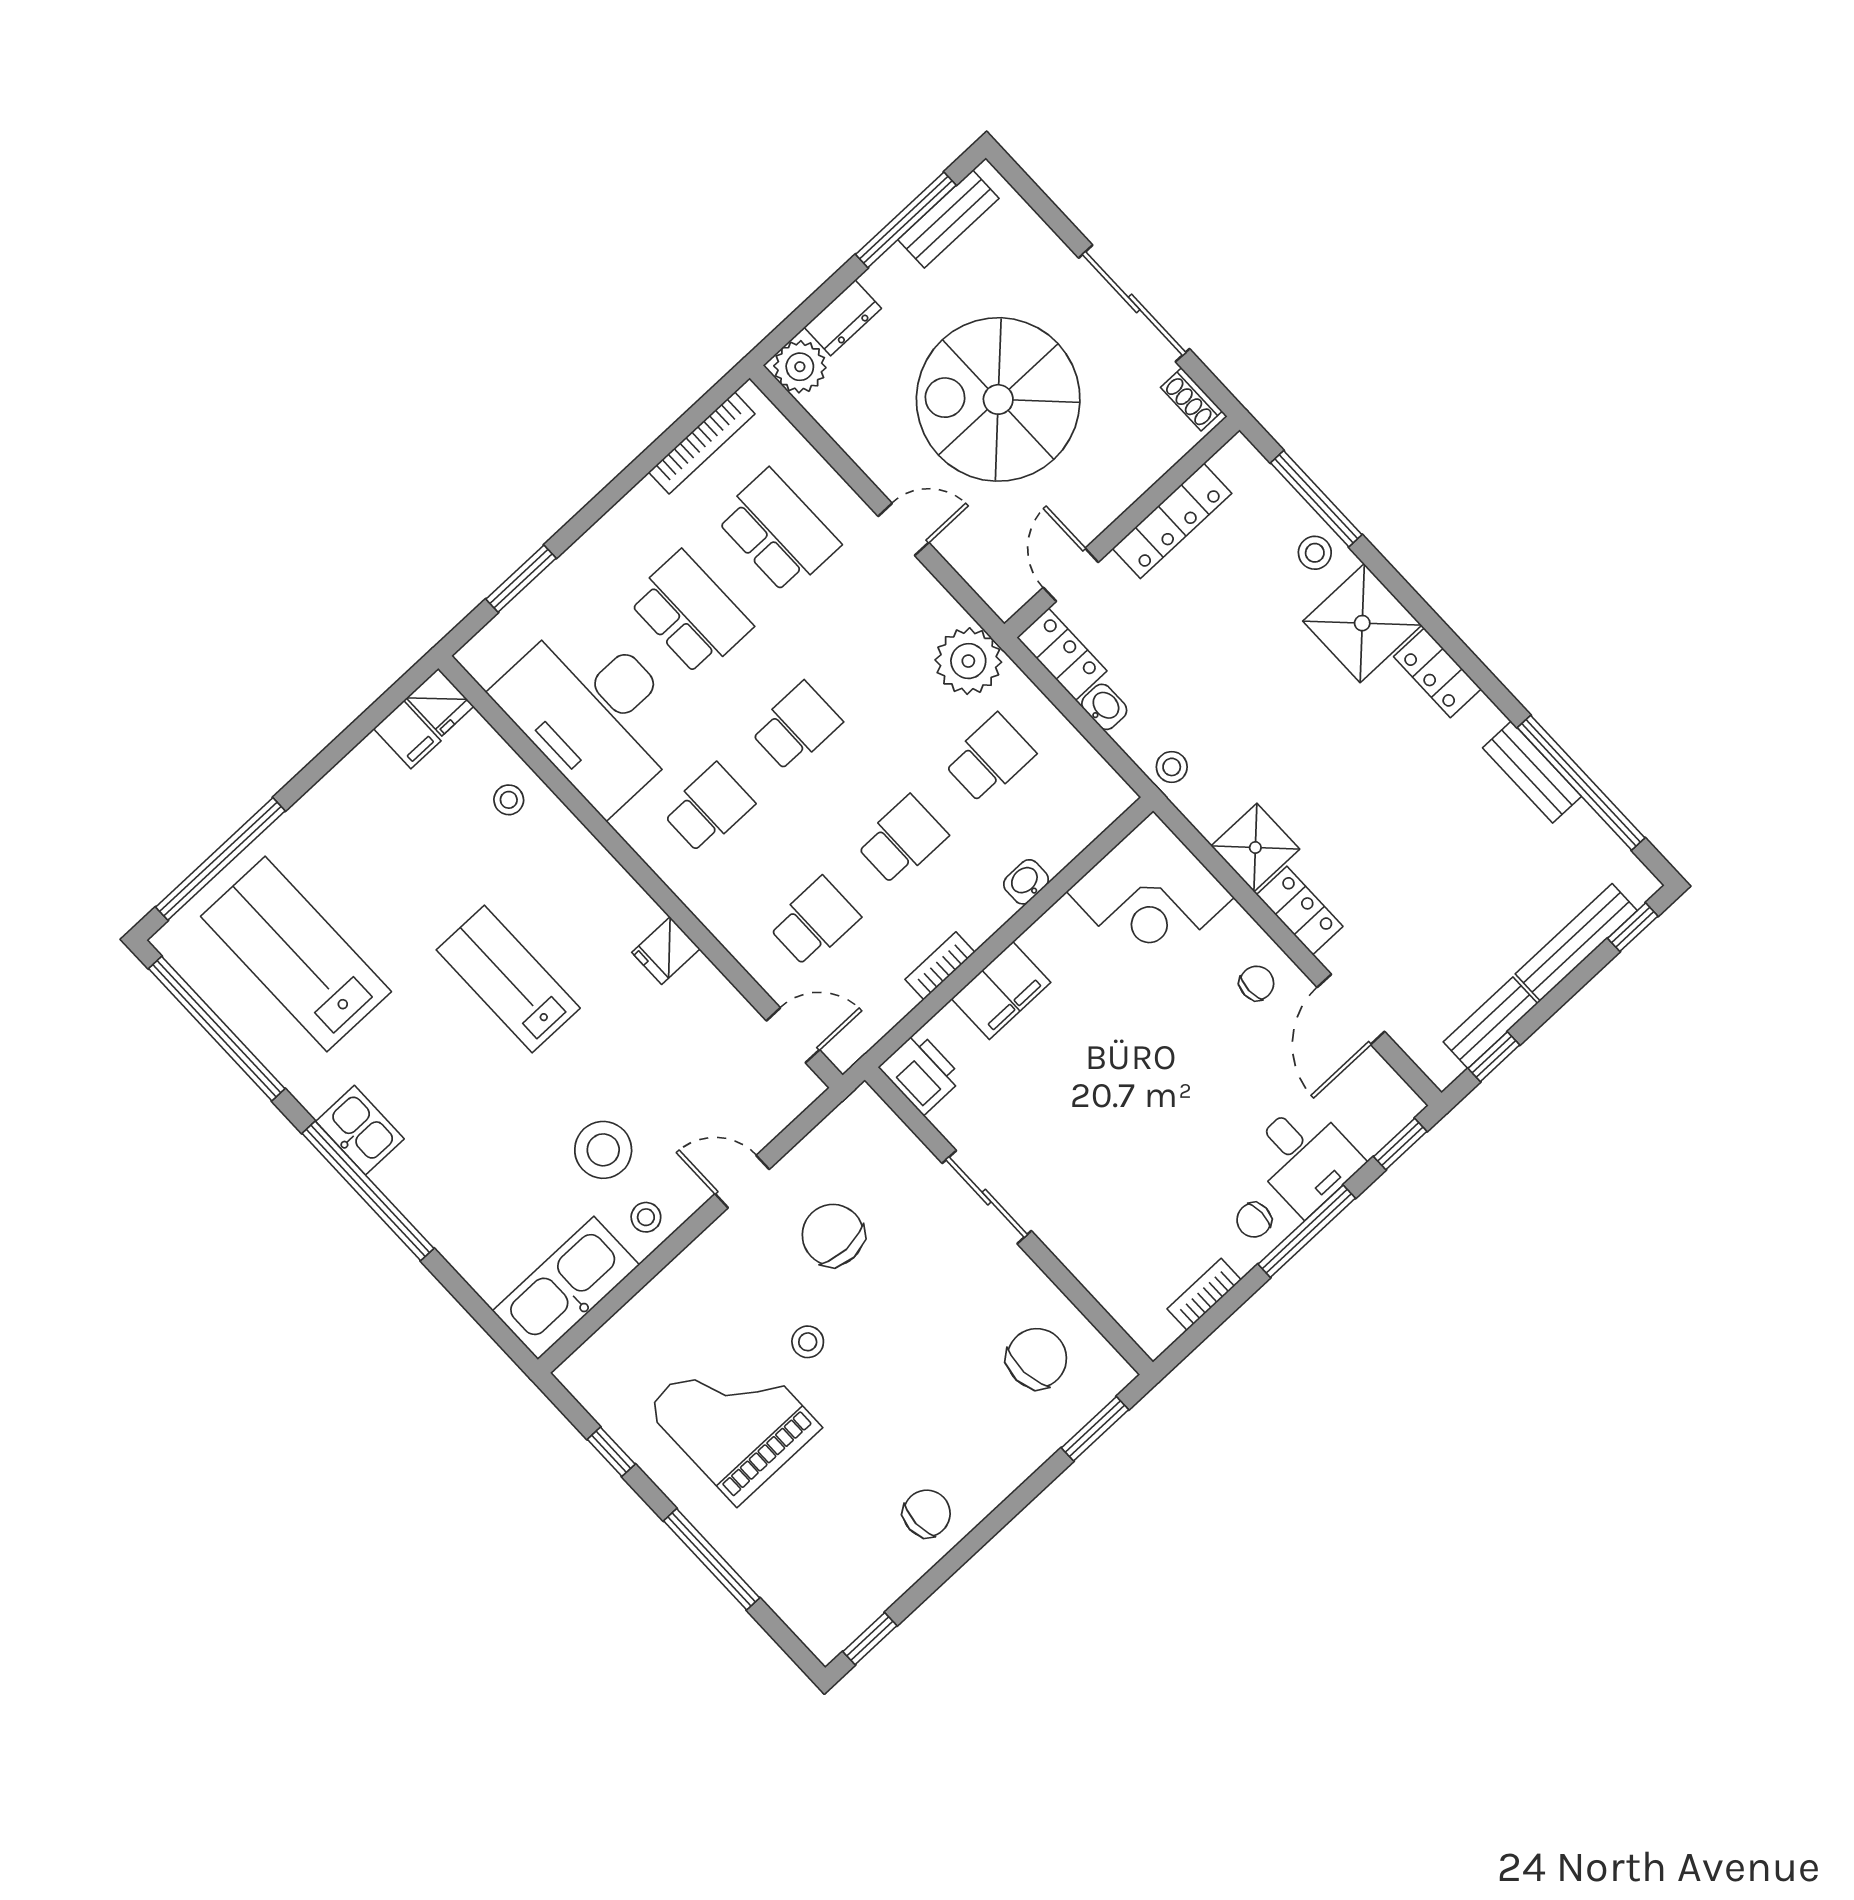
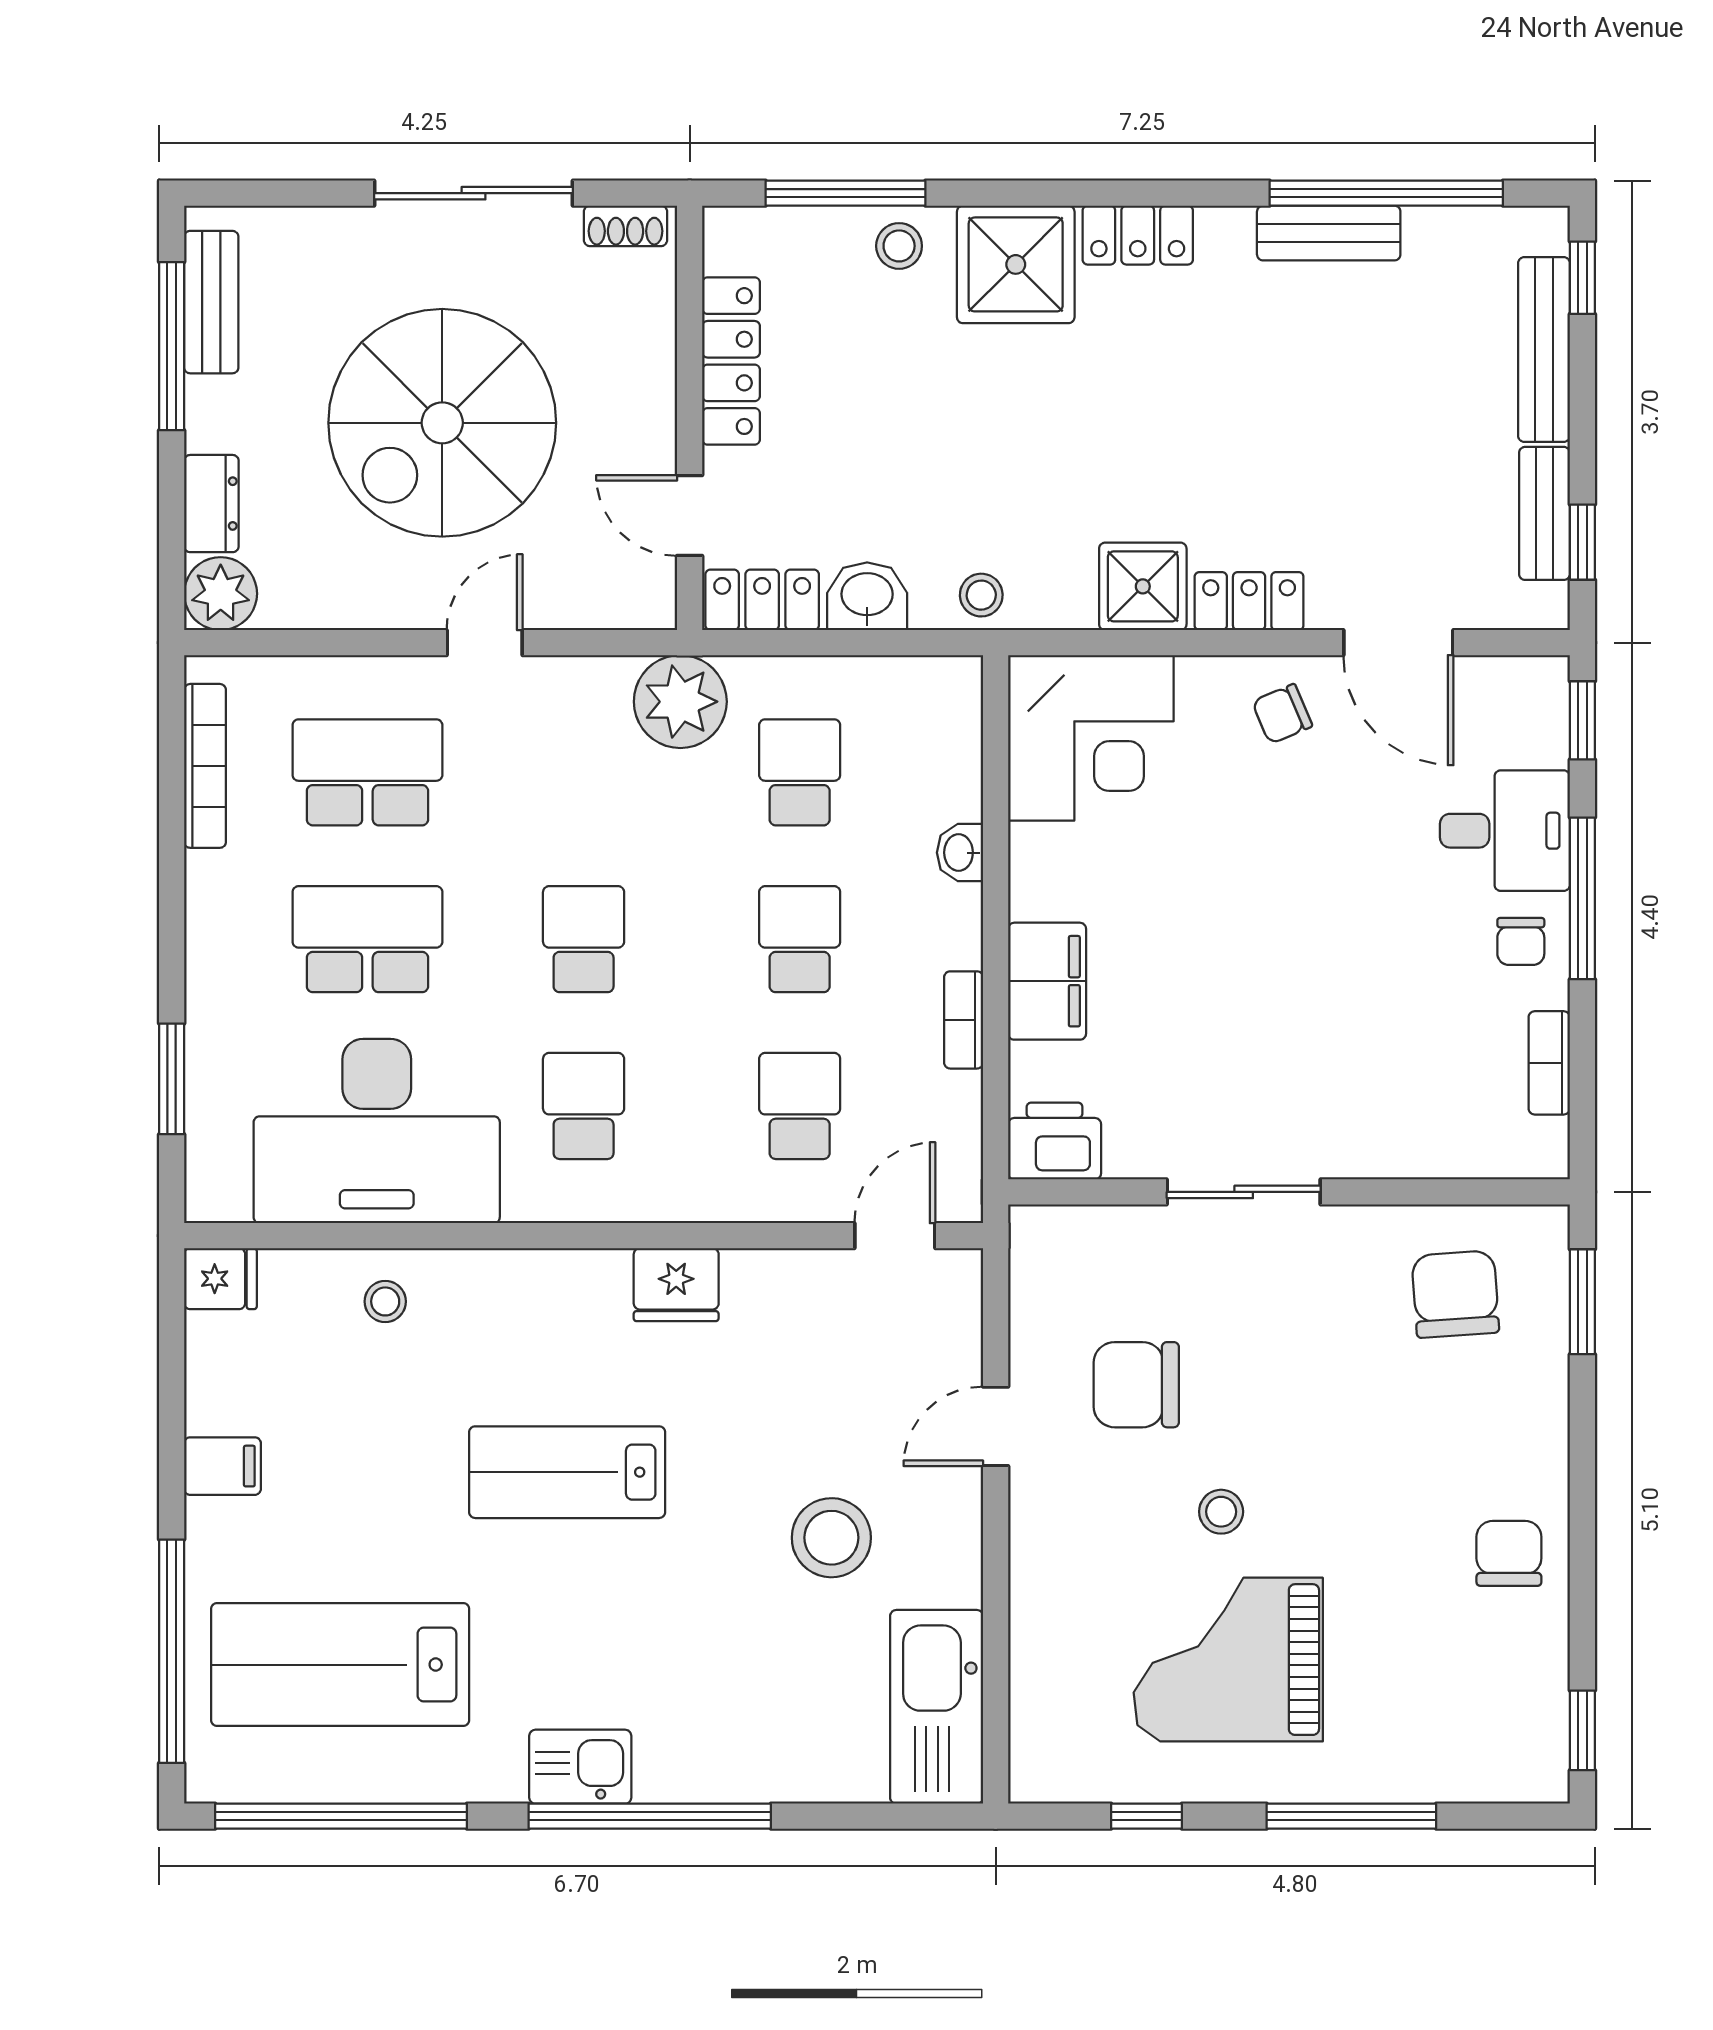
washbasin: (1104, 707) -> (867, 596), width x1.38, depth x1.45
filing cabinet: (407, 735) -> (222, 1466), moved
fridge: (666, 951) -> (676, 1285), width x1.38
chair: (1257, 983) -> (1282, 714), turned -113
stool: (646, 1217) -> (941, 1558), removed

